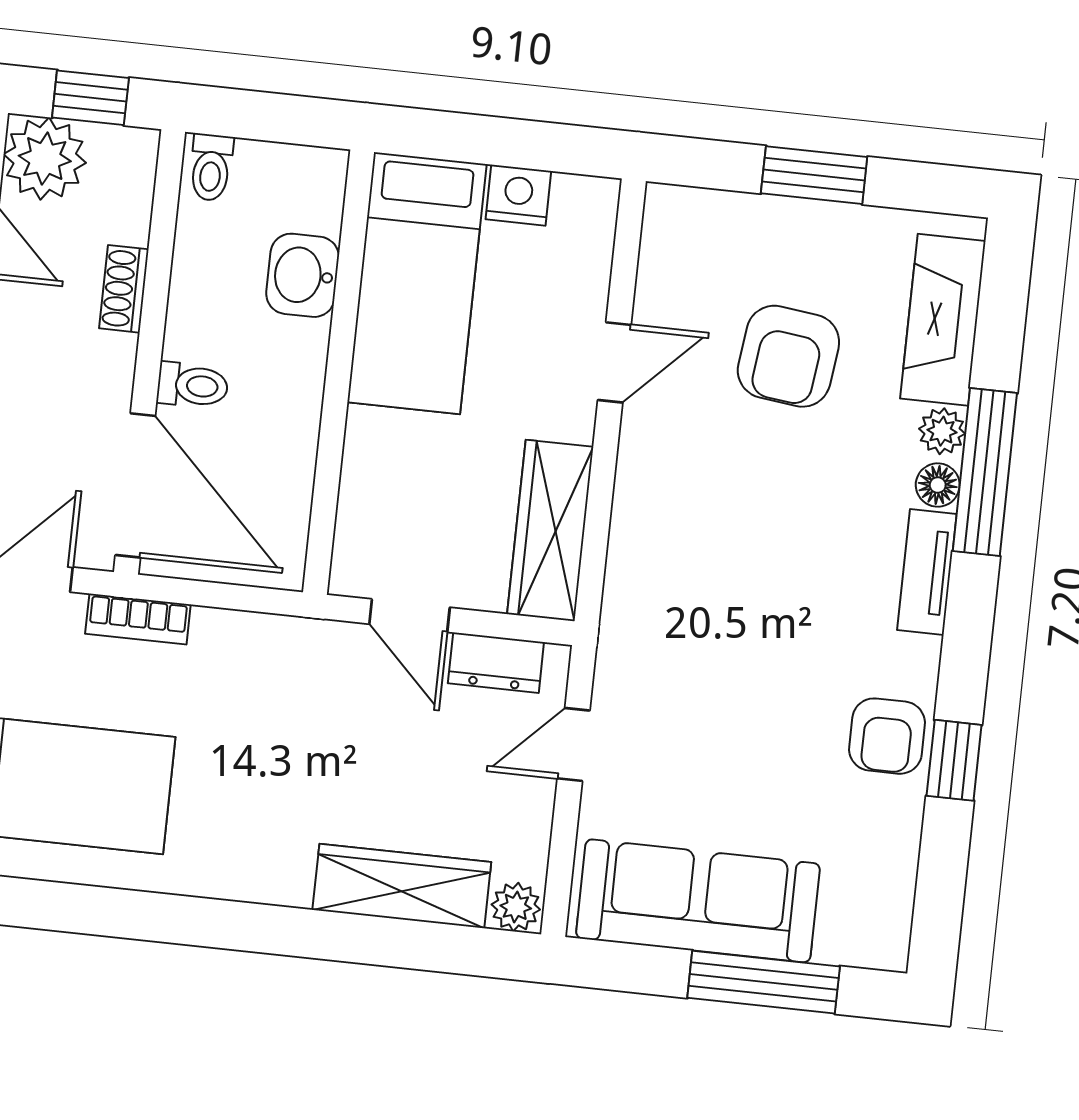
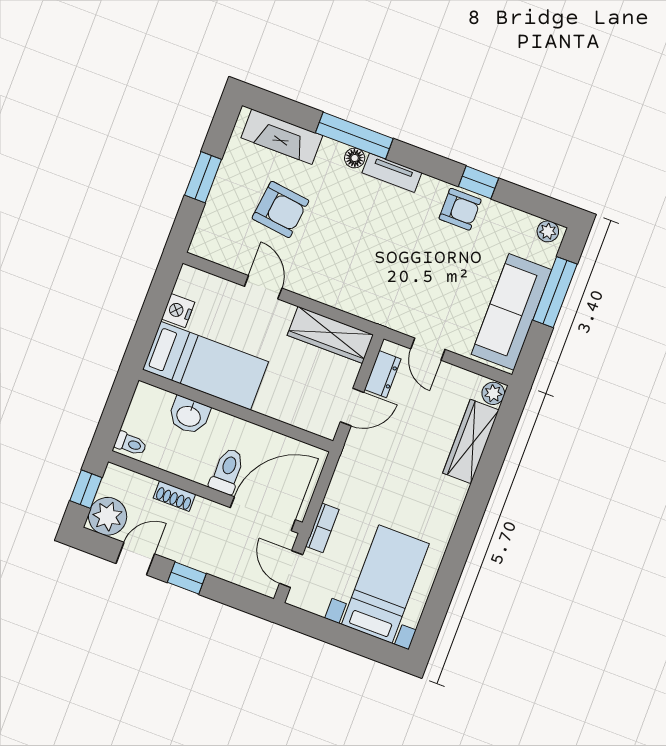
toilet: (193, 385) -> (227, 471), width x1.37, depth x1.39
plant: (942, 431) -> (548, 231), moved

